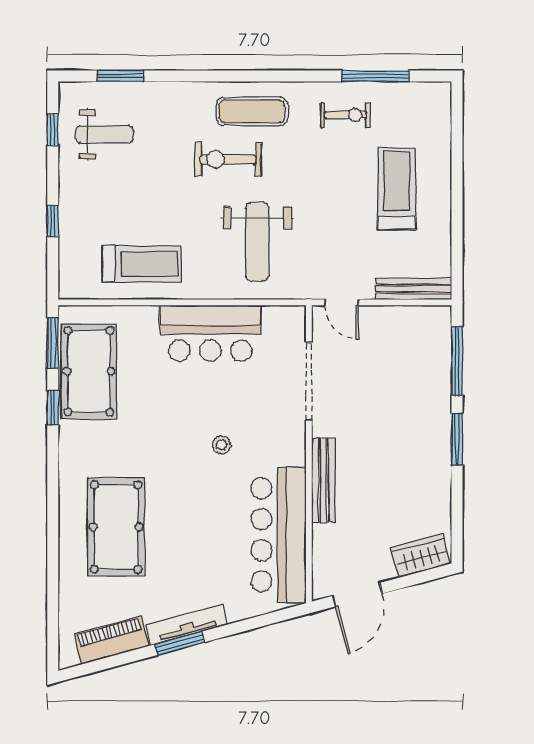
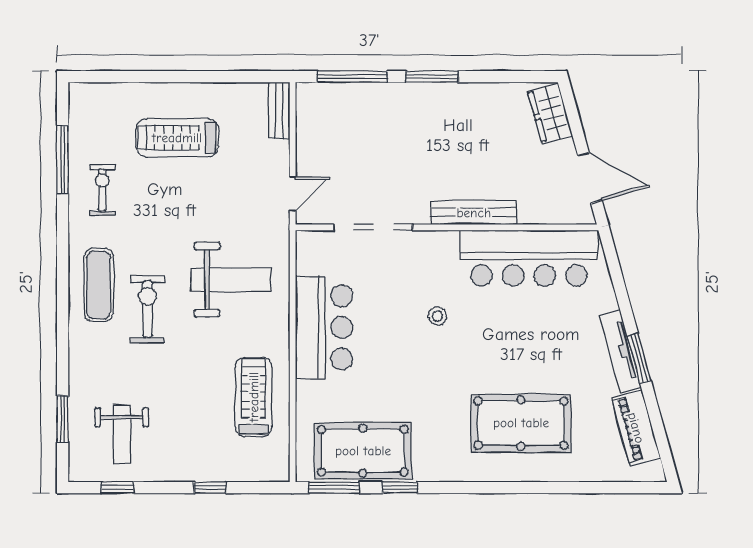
weight bench: (105, 134) -> (122, 435), turned 180
exercise bike: (228, 159) -> (148, 309), turned 180
bench: (414, 289) -> (279, 110), width x0.73

